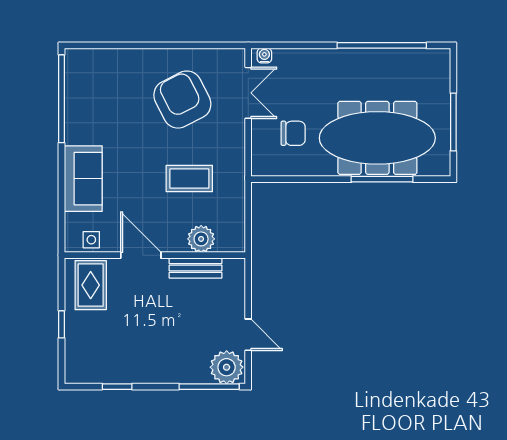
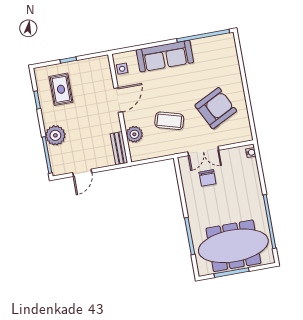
double door: (248, 93) -> (203, 151), moved
meeting table: (377, 138) -> (233, 246), moved, turned 90
coffee table: (189, 178) -> (169, 121), turned -74
sofa: (83, 179) -> (165, 56), width x1.36
bench: (195, 268) -> (119, 148), moved
rug: (91, 285) -> (61, 89), moved, turned 90
plant: (227, 367) -> (55, 135), moved

